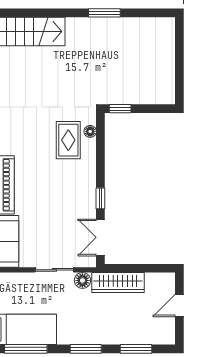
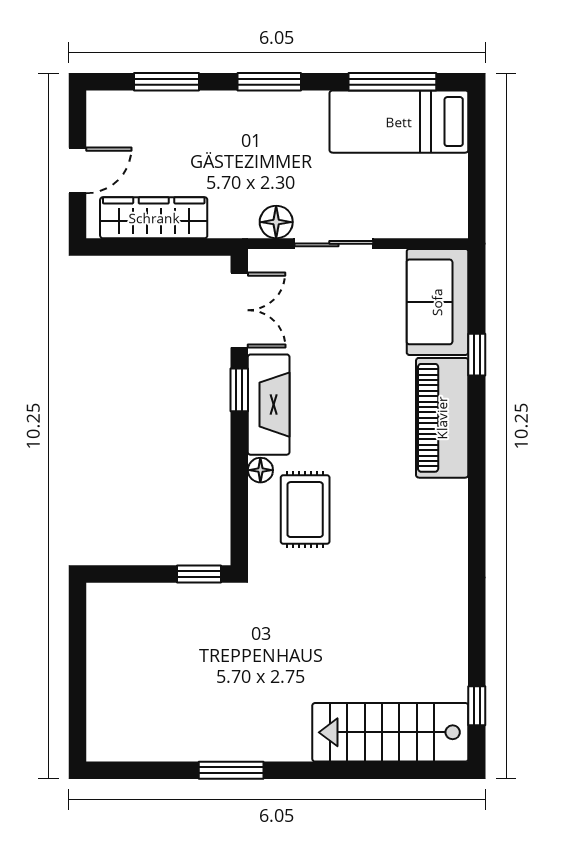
floor lamp: (90, 131) -> (260, 470), moved
fireplace: (86, 191) -> (269, 405), added
wardrobe: (118, 283) -> (154, 218), moved

